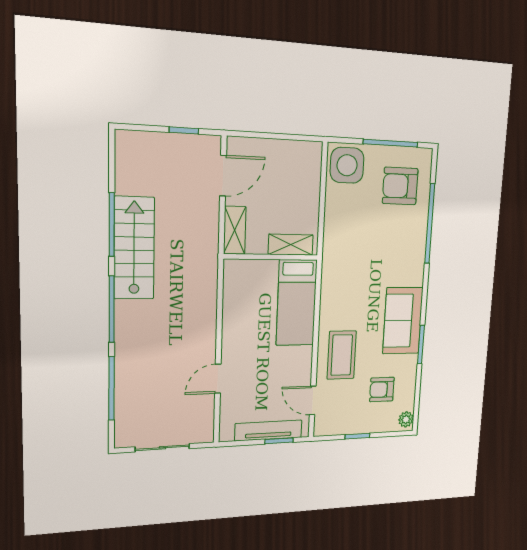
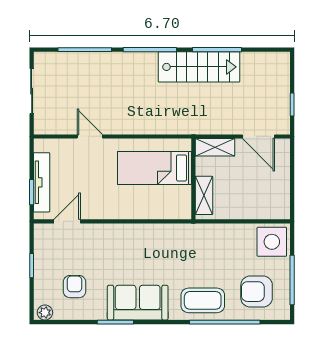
armchair: (400, 186) -> (257, 292), turned -90
bed: (297, 303) -> (155, 168), moved
coffee table: (342, 355) -> (203, 300), moved

